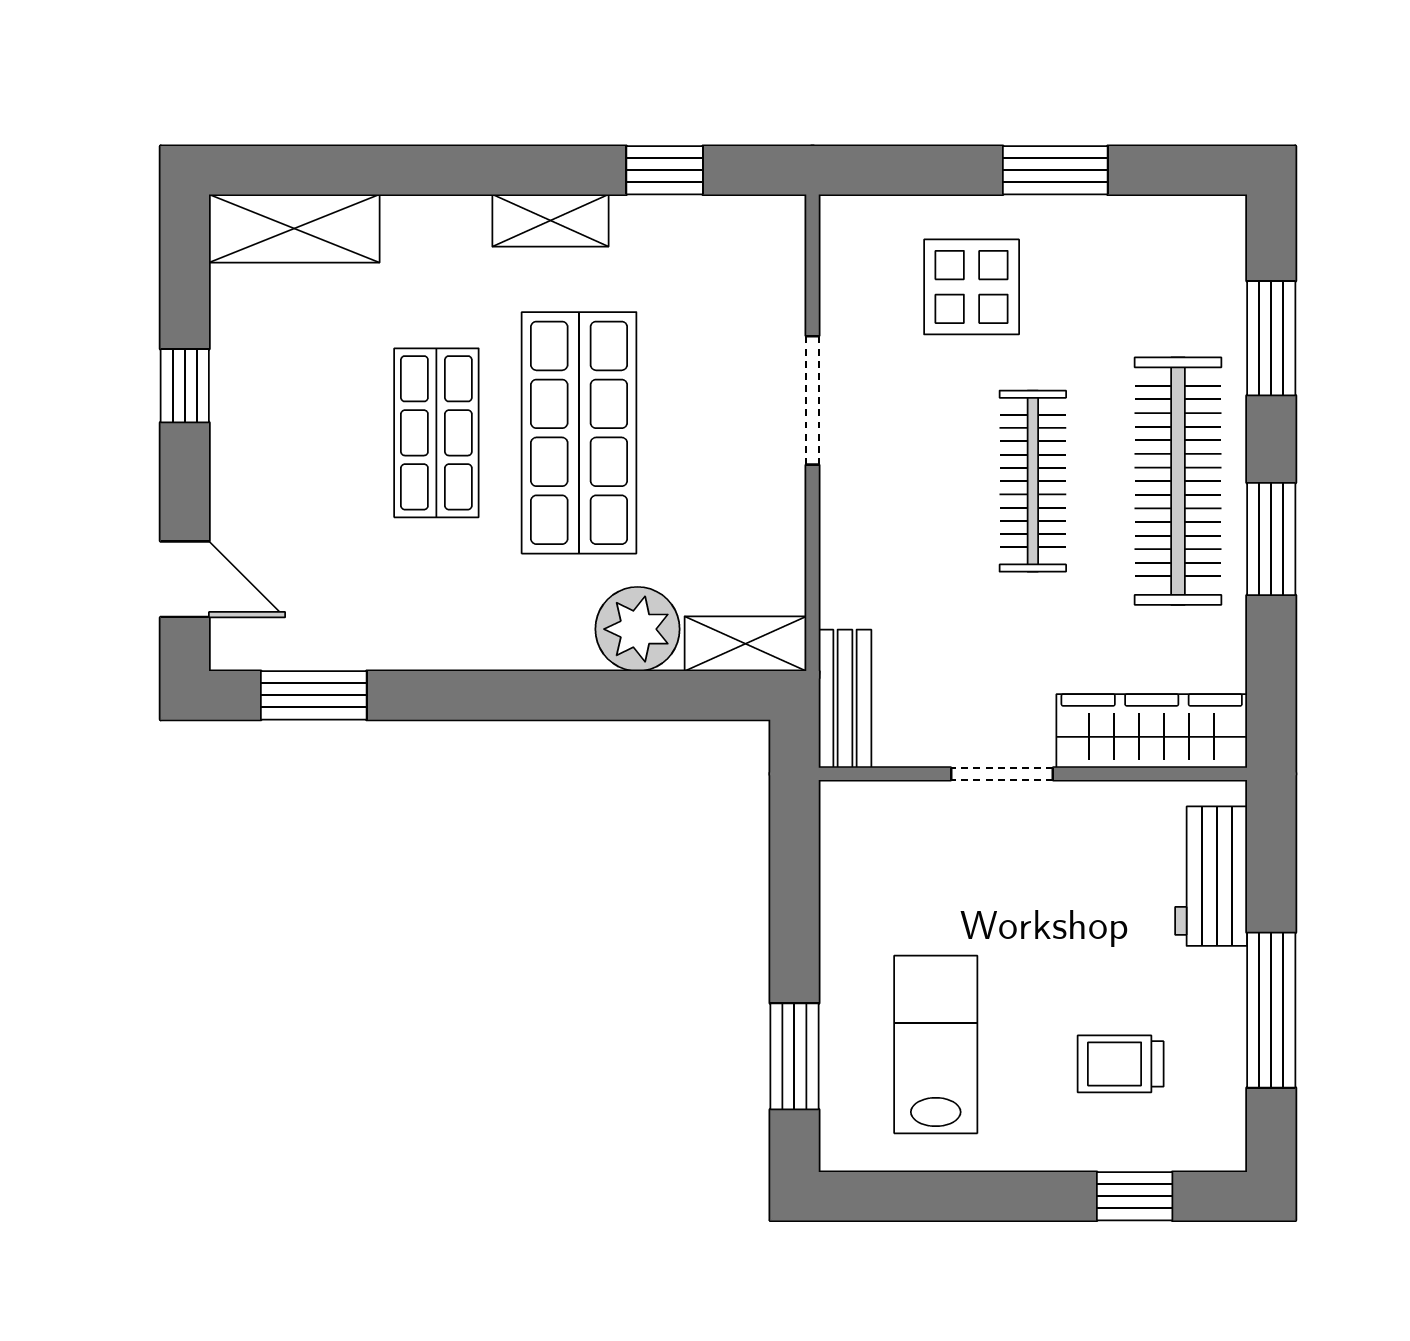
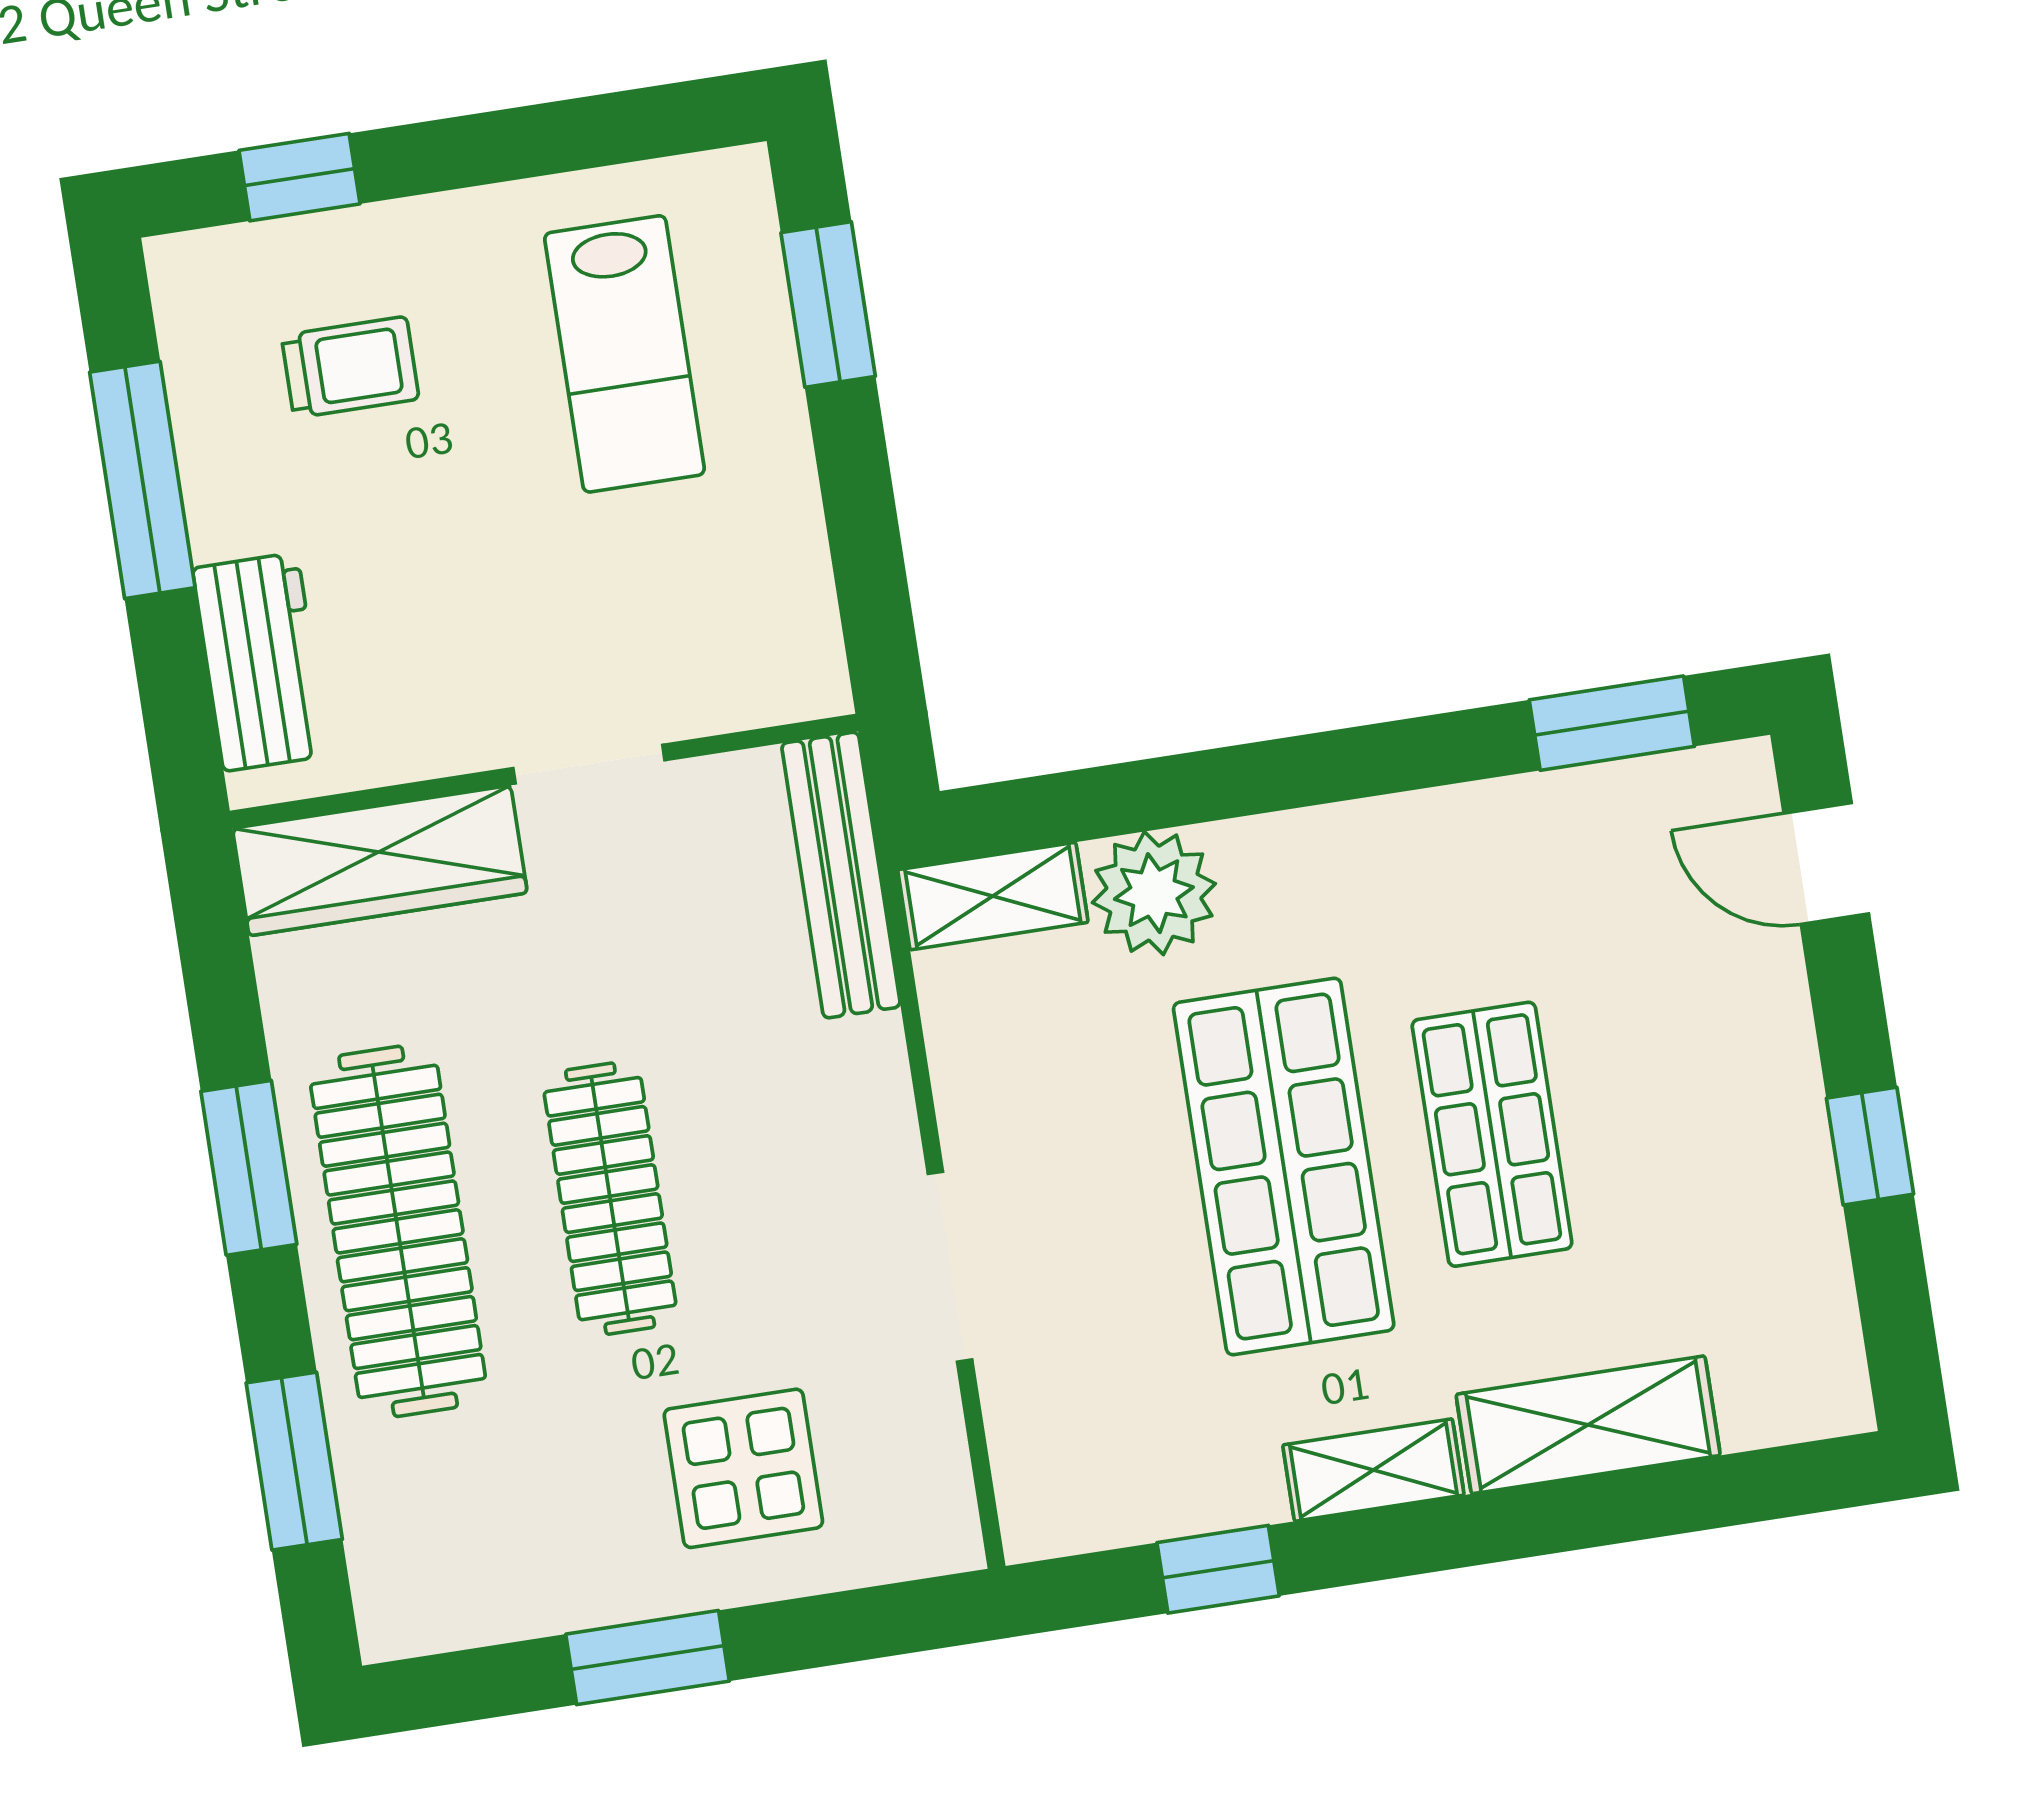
shelving: (294, 229) -> (1588, 1425), moved
bench: (845, 699) -> (841, 875), width x1.36

